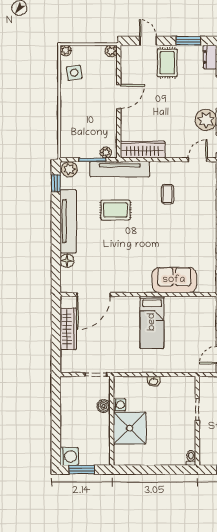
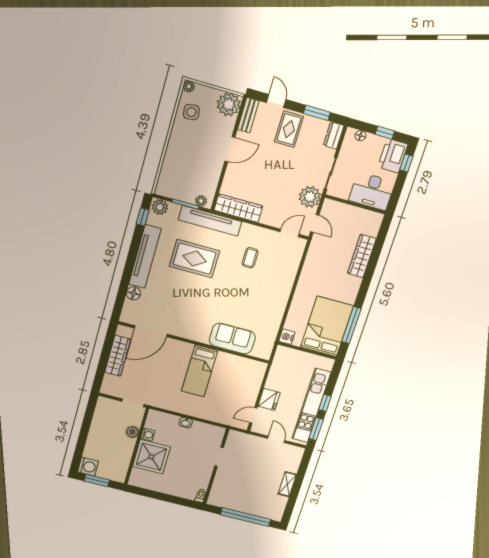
plant: (111, 51) -> (229, 104), width x1.87, depth x1.87
bench: (126, 61) -> (248, 115), added
rug: (115, 210) -> (195, 259), width x1.36, depth x1.43

